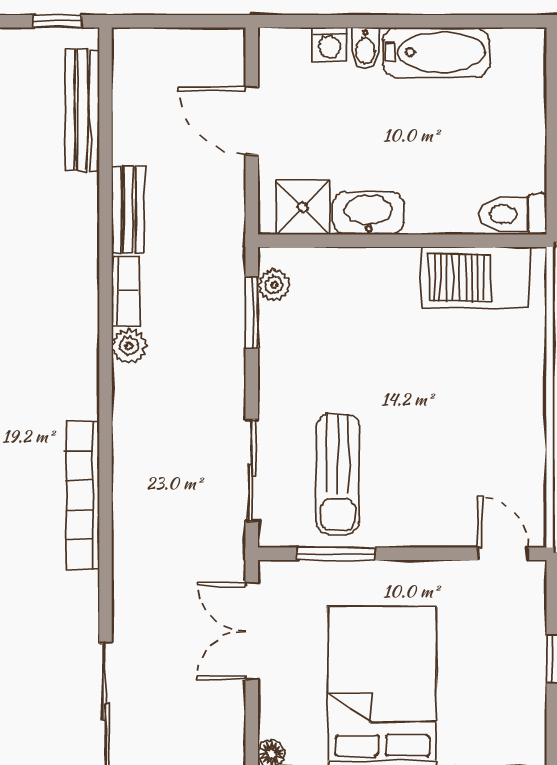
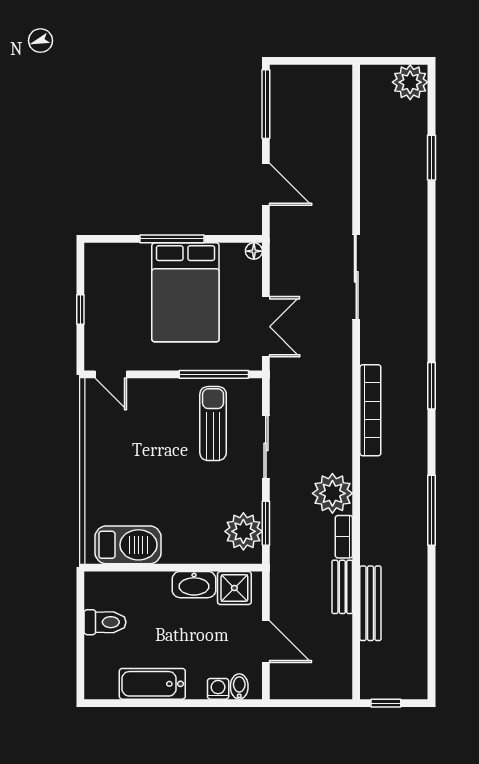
bidet: (365, 48) -> (239, 686), moved
bench: (82, 110) -> (370, 603), moved
toilet: (513, 214) -> (105, 622), moved
plant: (274, 285) -> (243, 531), width x1.88, depth x1.88
plant: (129, 346) -> (332, 493), width x1.88, depth x1.88
sliding door: (252, 470) -> (266, 447), moved
window: (336, 554) -> (214, 374), width x1.44

